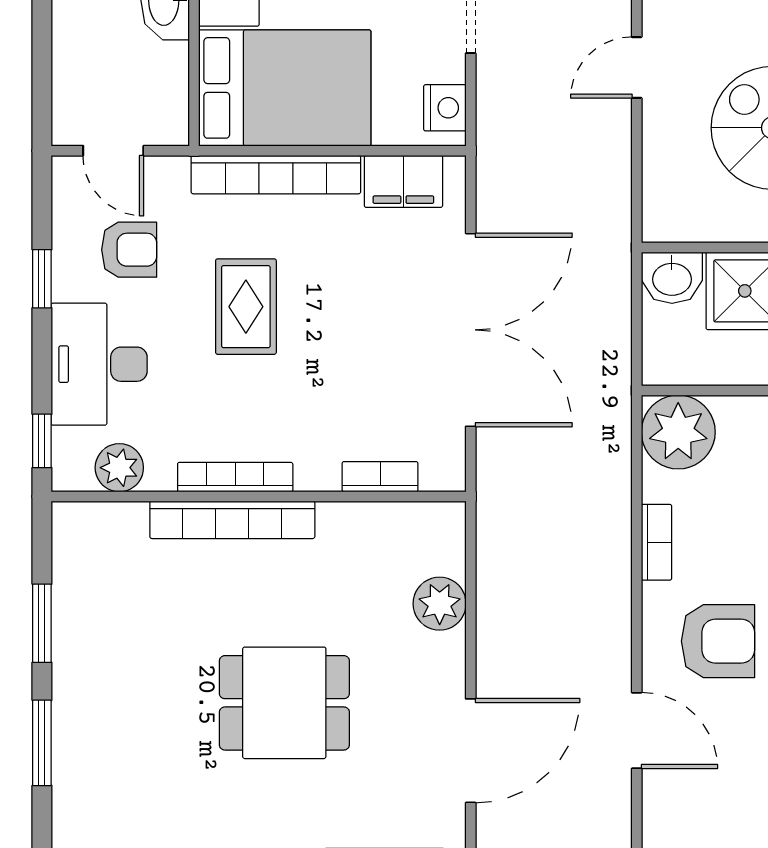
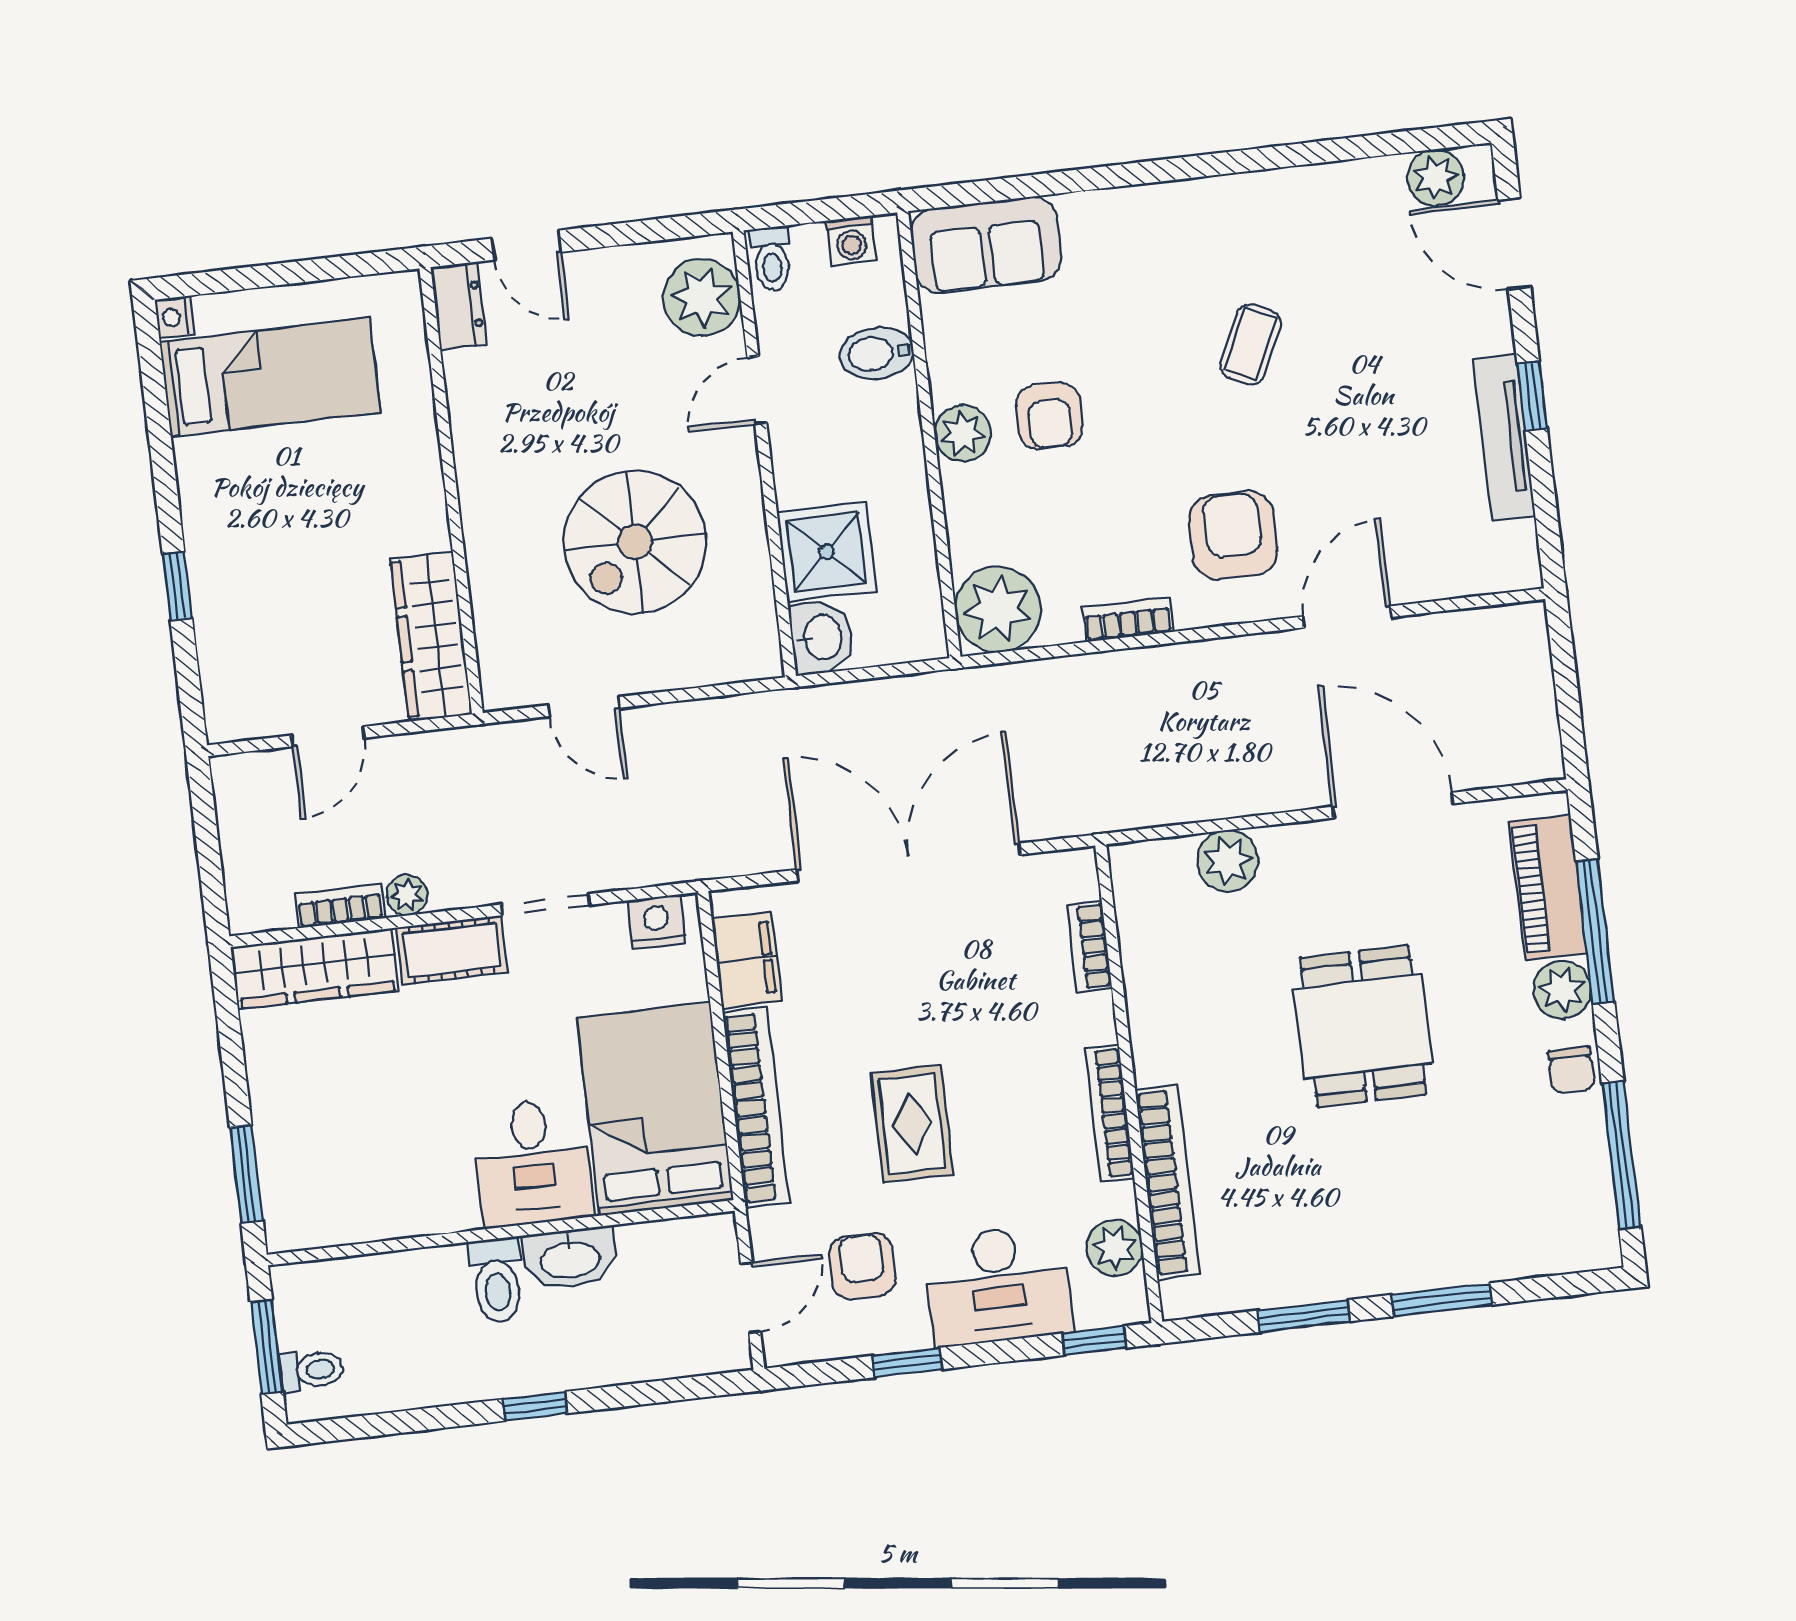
rug: (246, 307) -> (912, 1124), turned 90
bookcase: (232, 520) -> (1168, 1182), moved

